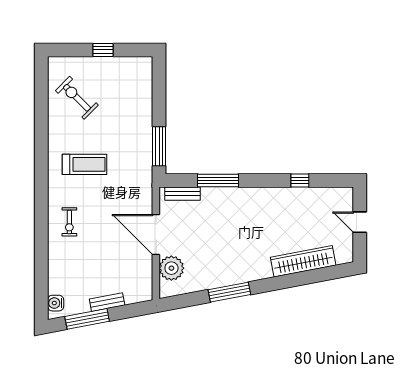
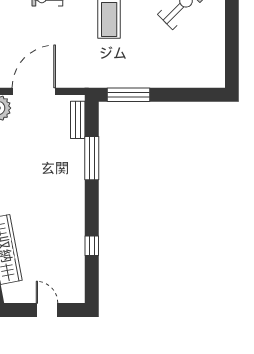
window: (103, 50) -> (232, 35), removed
door: (360, 222) -> (47, 310), hinge flipped

